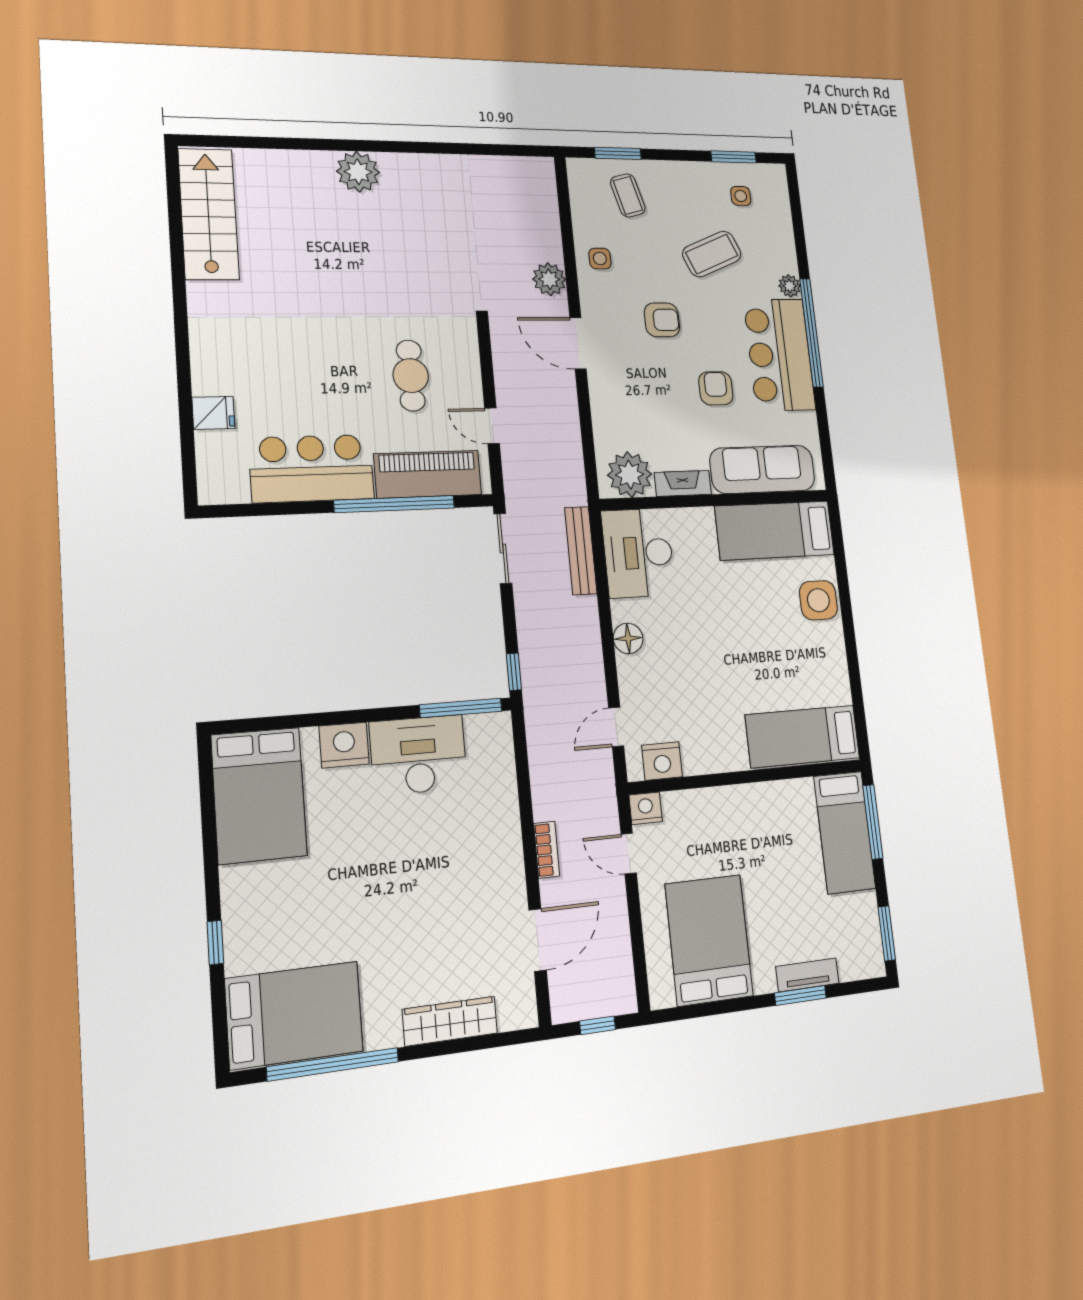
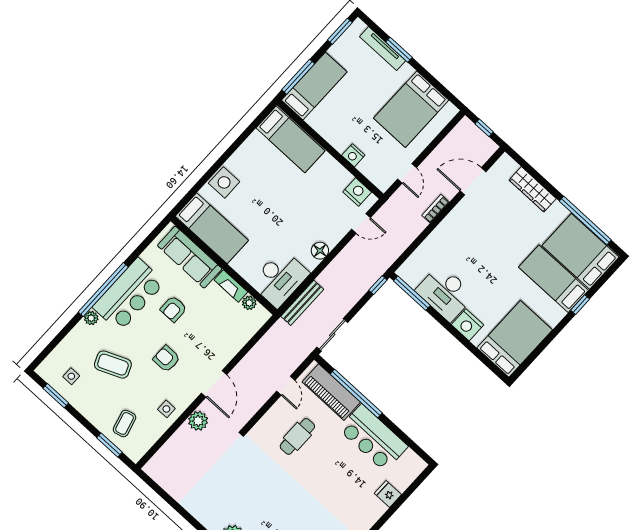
plant: (630, 475) -> (249, 303), width x0.53, depth x0.53
nightstand: (646, 808) -> (353, 155), moved
bed: (292, 936) -> (554, 279), added
tv unit: (807, 975) -> (383, 49), width x1.41

